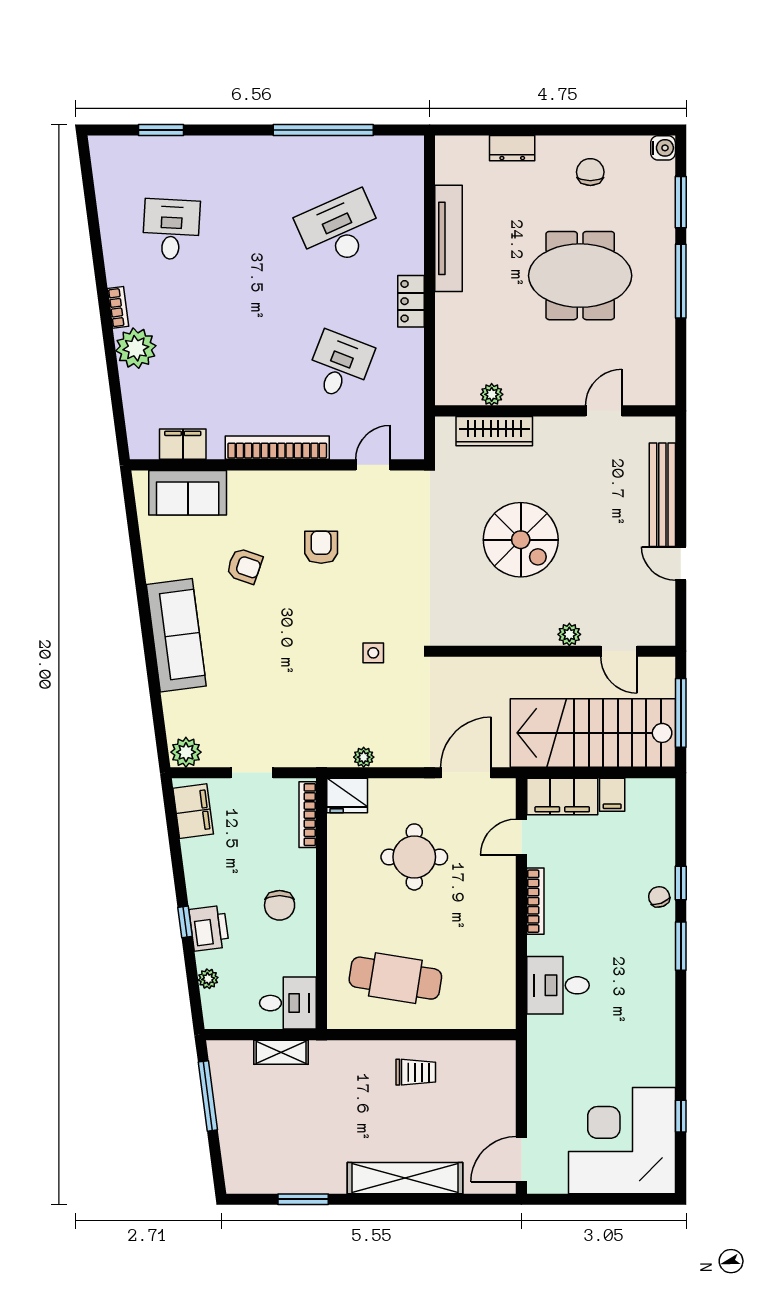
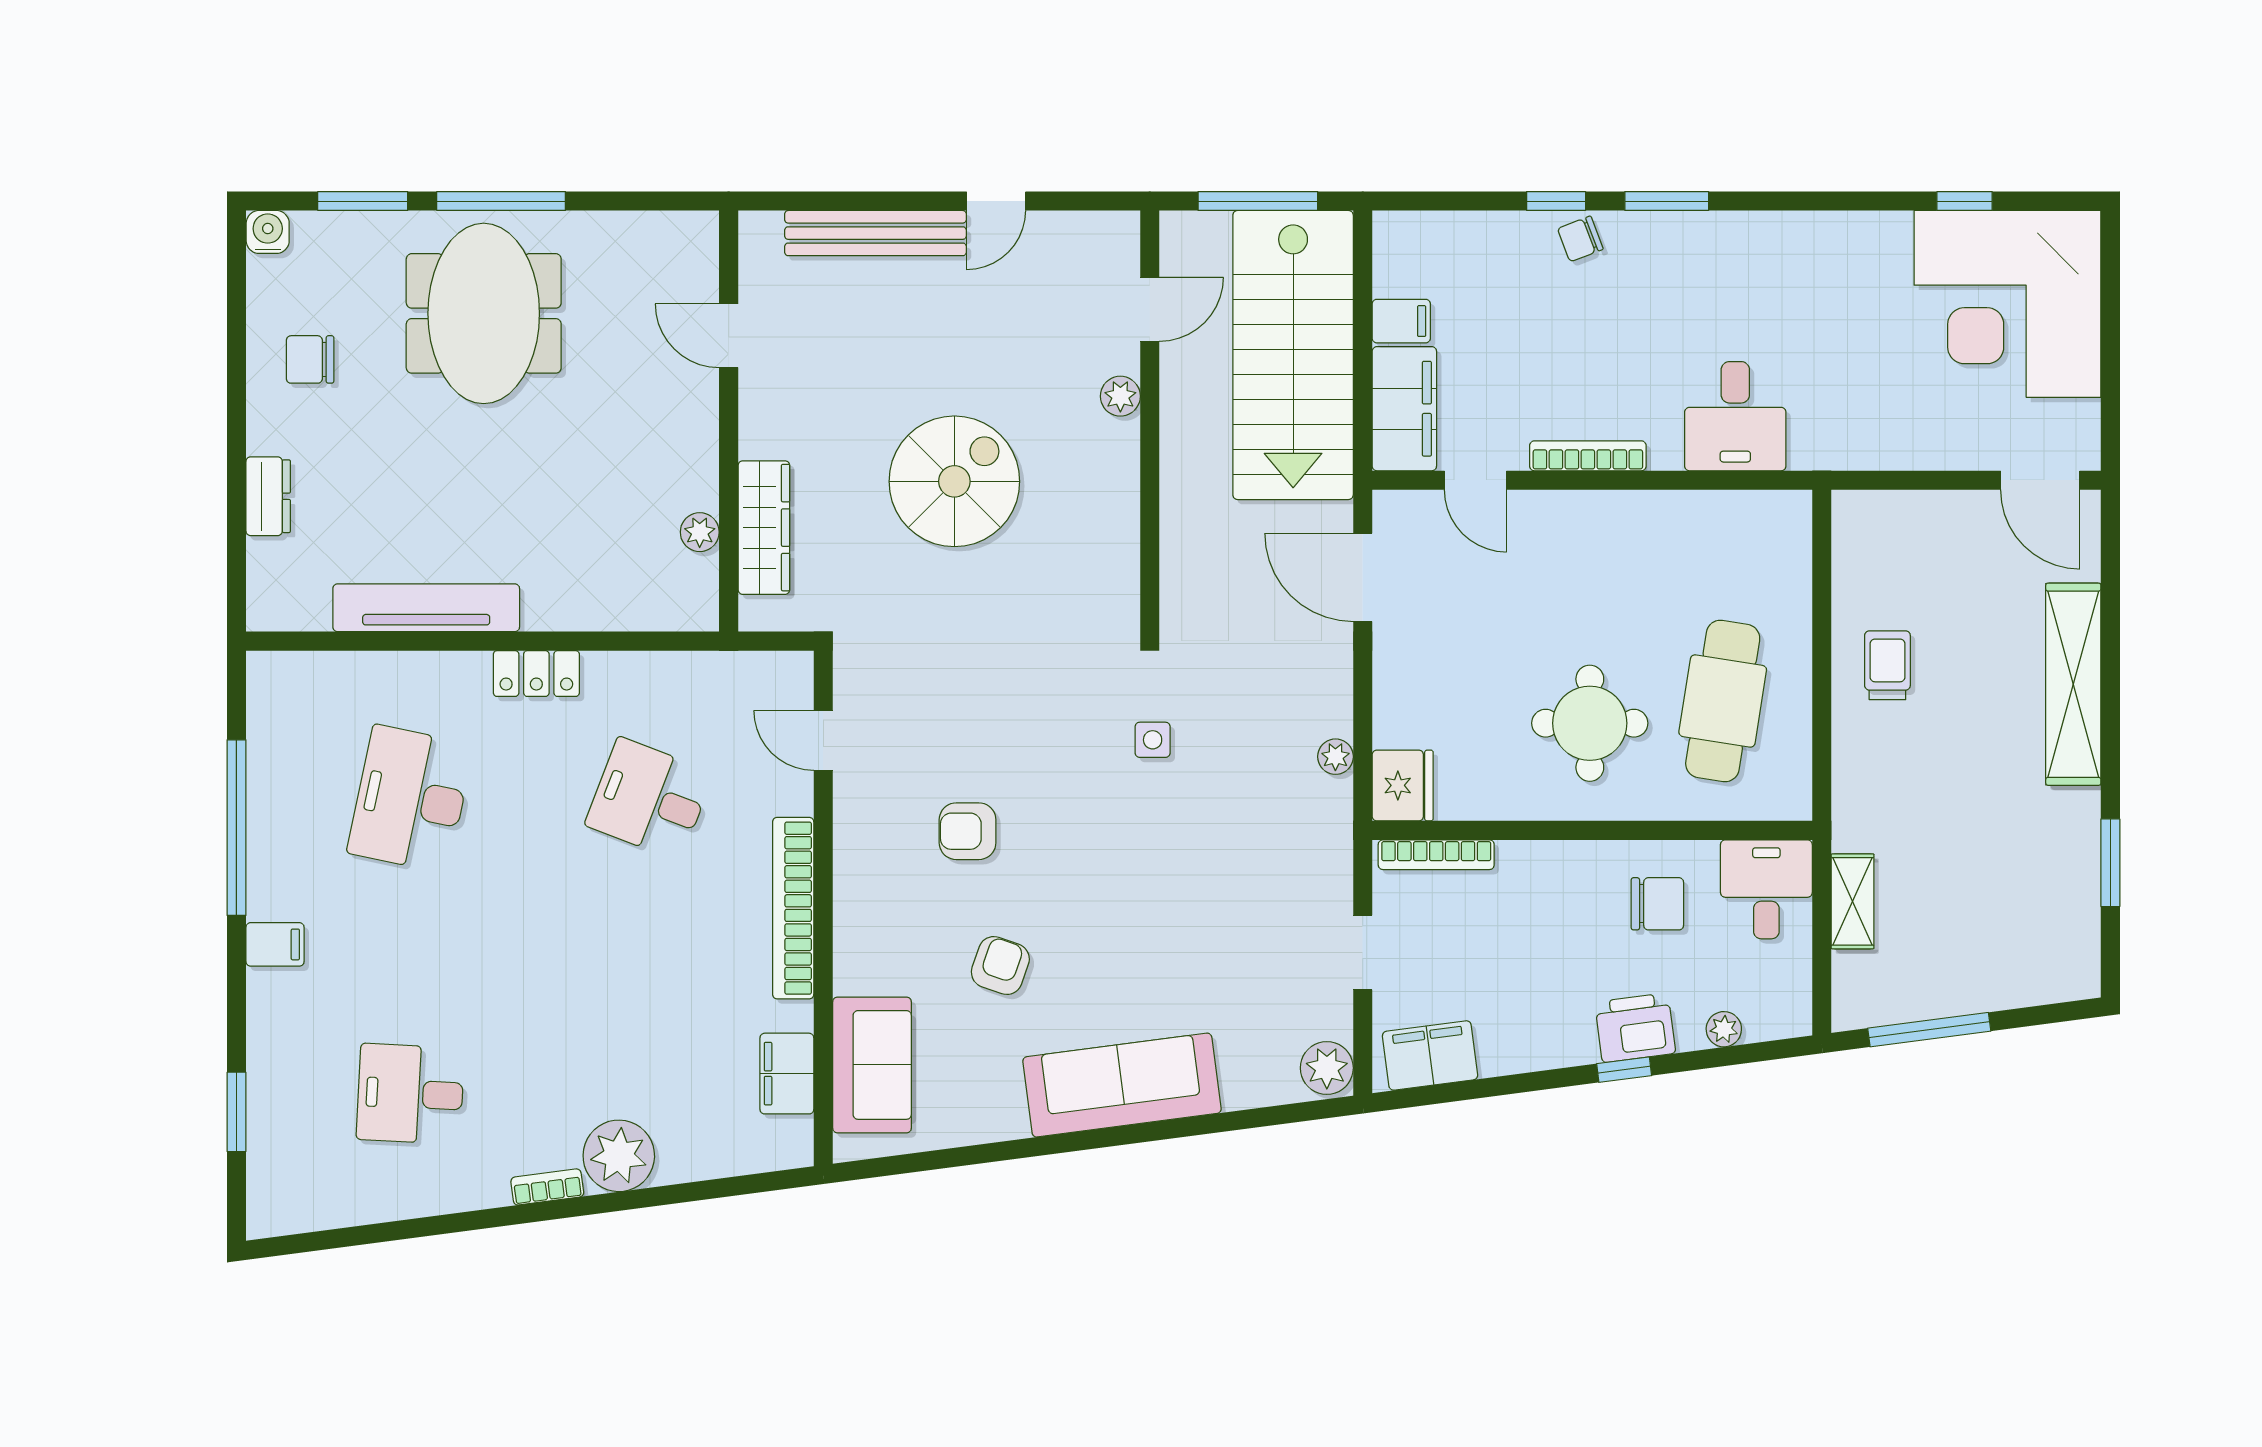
filing cabinet: (256, 152) -> (275, 944), added
desk: (340, 229) -> (410, 799), turned 36
meeting table: (580, 276) -> (484, 313), moved
round table: (414, 857) -> (1590, 723), moved
chair: (280, 905) -> (1657, 904), moved

